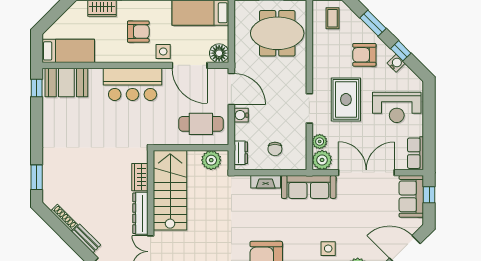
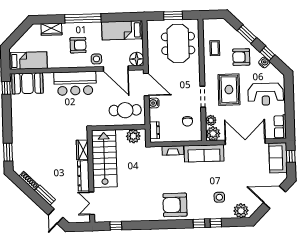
coffee table: (332, 18) -> (215, 48), moved
meeting table: (277, 33) -> (178, 43), turned 90
chair: (275, 149) -> (187, 121), moved

